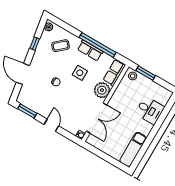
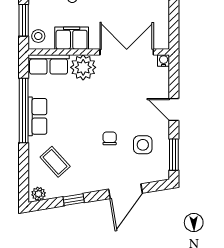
side table: (80, 73) -> (143, 145), moved
filing cabinet: (121, 93) -> (72, 38), added
door: (51, 125) -> (174, 109), hinge flipped

